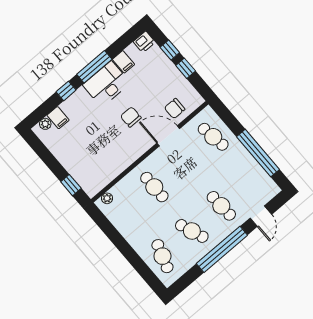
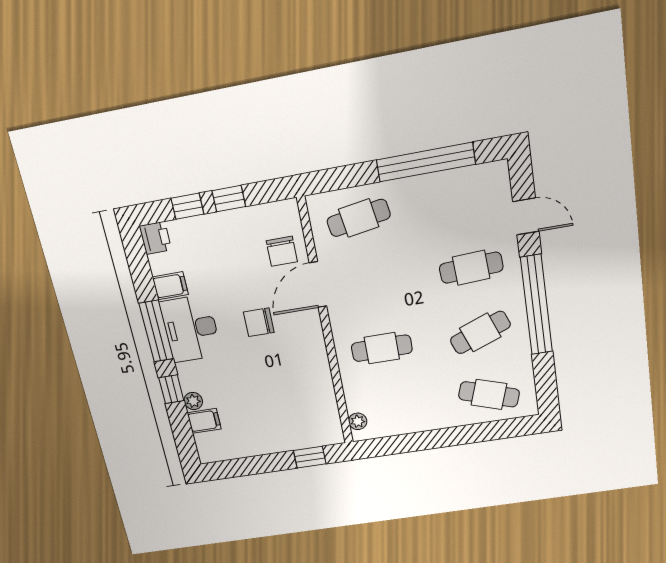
plant: (45, 124) -> (193, 401), moved

